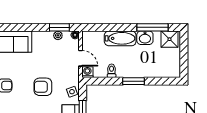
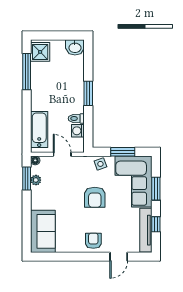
bathtub: (120, 38) -> (39, 130), moved
washbasin: (145, 38) -> (75, 47), moved, turned 90
door: (80, 58) -> (62, 154), hinge flipped
washing machine: (87, 72) -> (78, 131), moved

